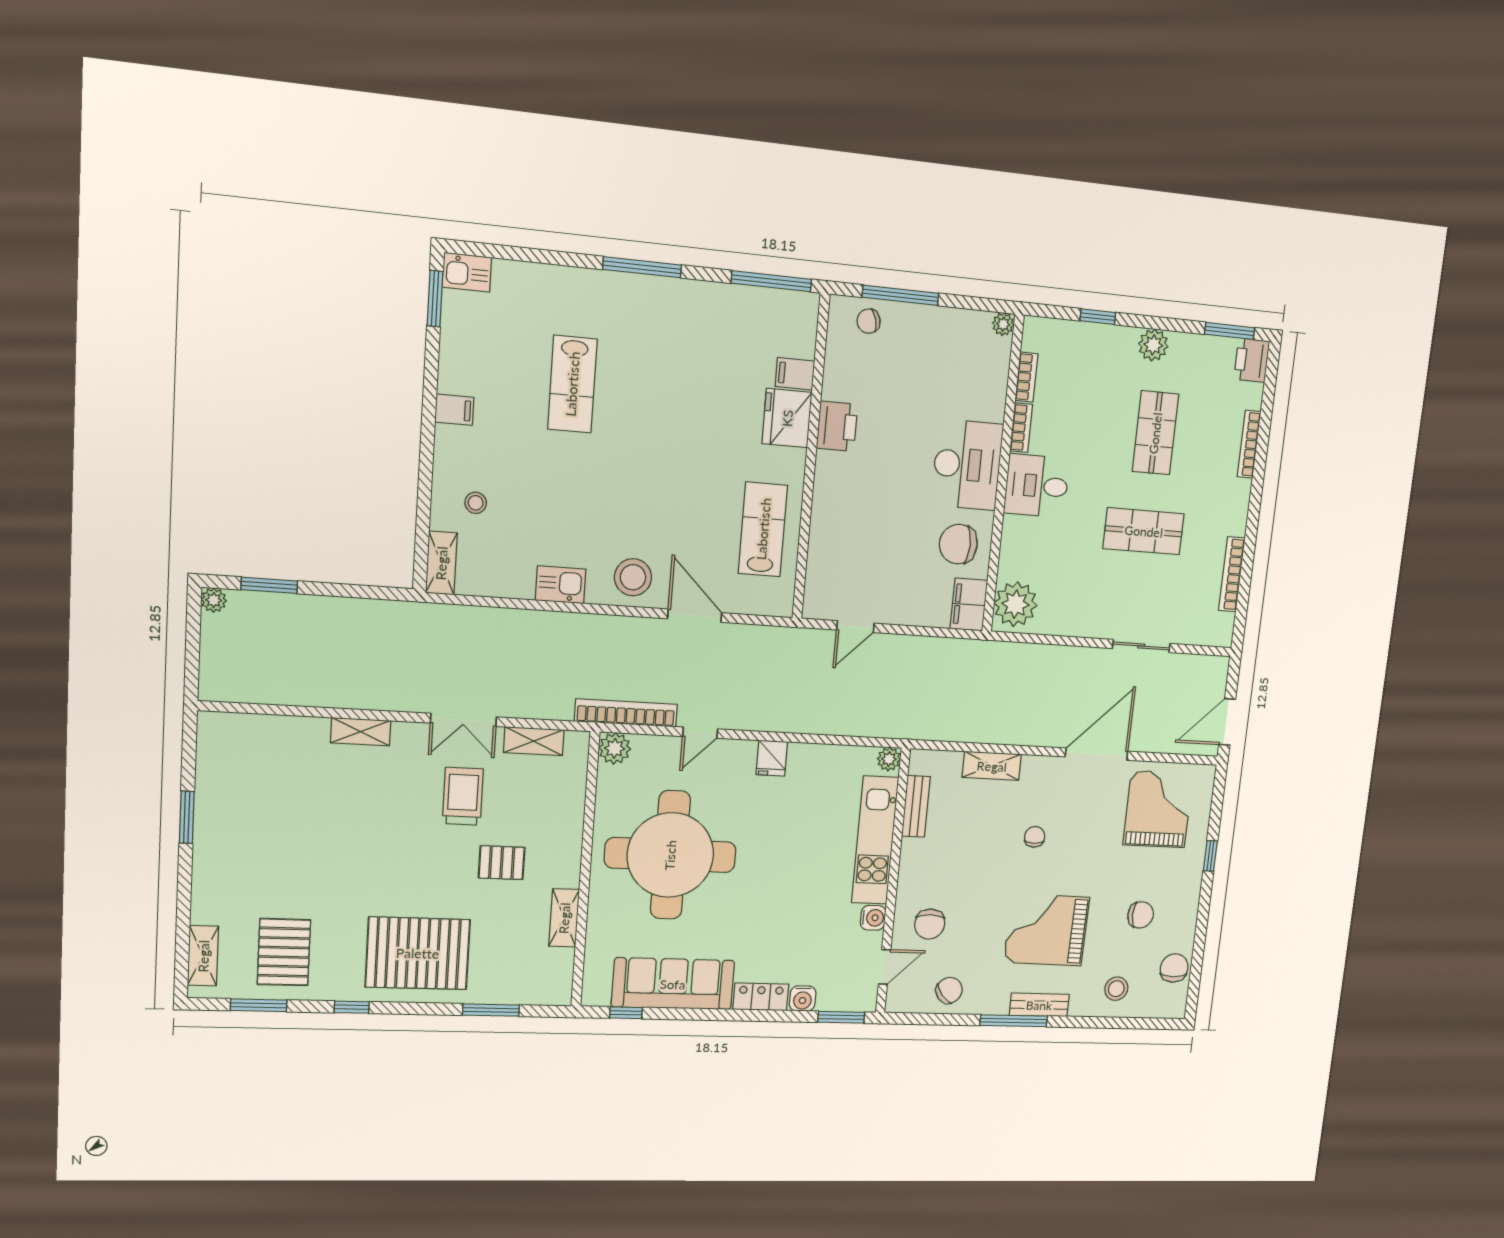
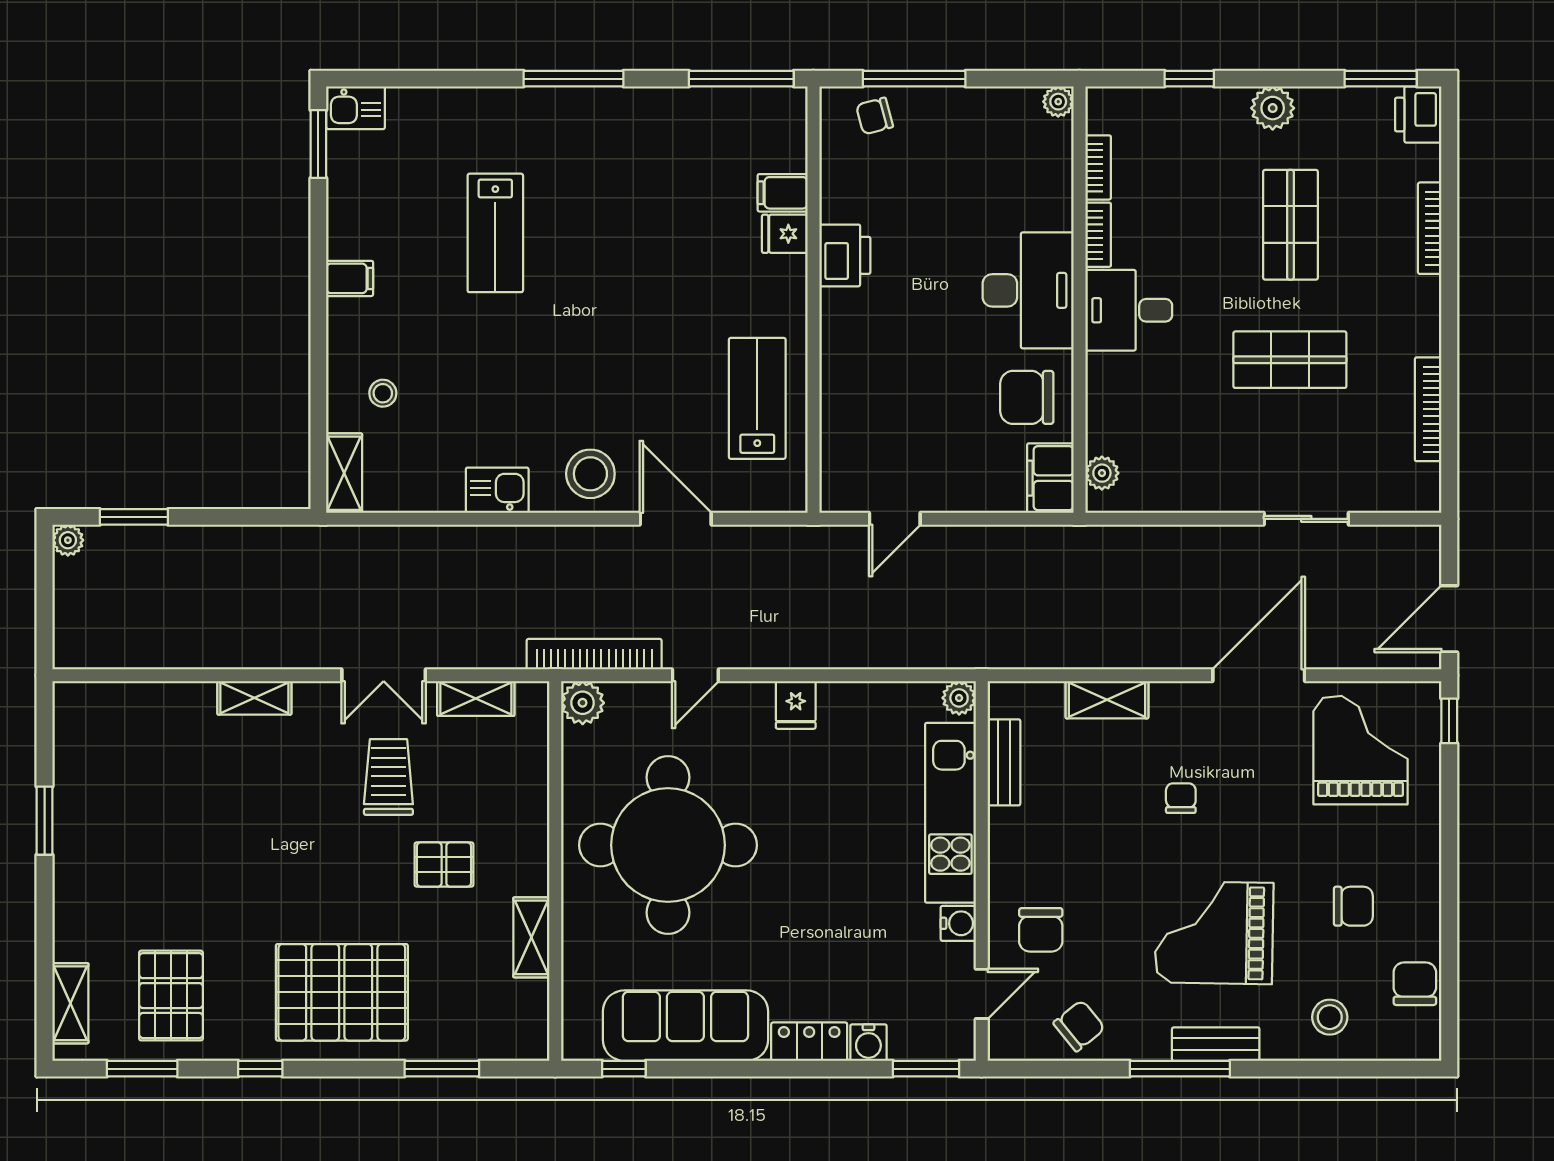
fridge: (787, 418) -> (785, 234), width x0.53, depth x0.75
plant: (1015, 604) -> (1102, 473), width x0.53, depth x0.53
window: (1210, 856) -> (1449, 721), moved

